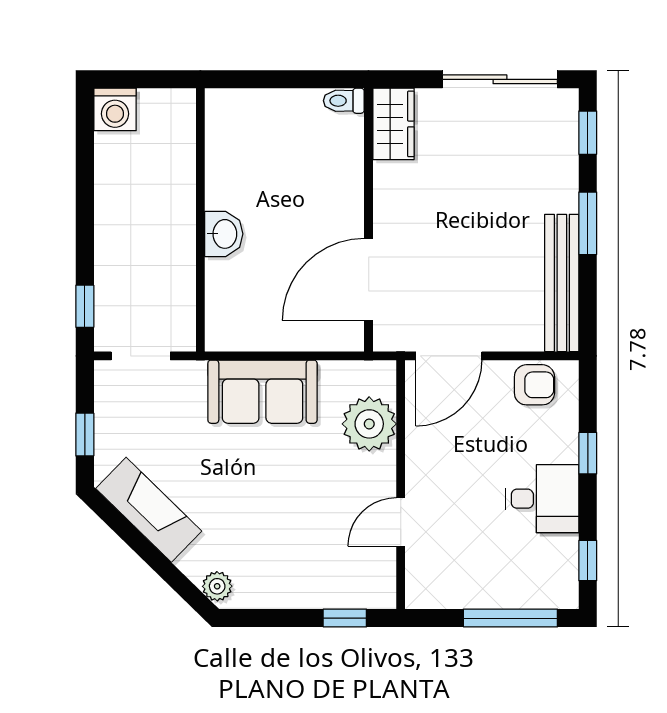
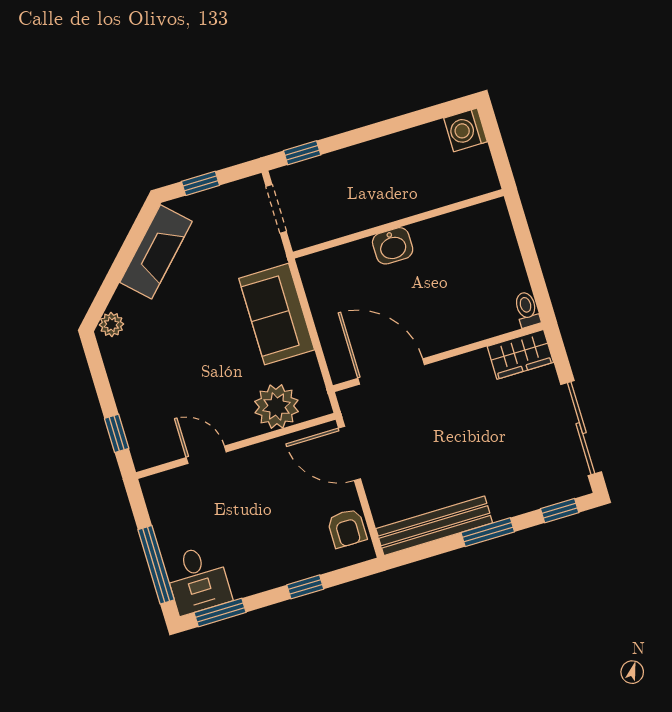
desk: (542, 499) -> (198, 580), moved
window: (588, 561) -> (220, 612), width x1.50

